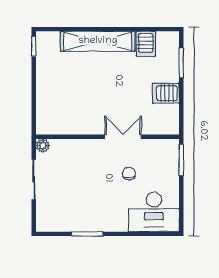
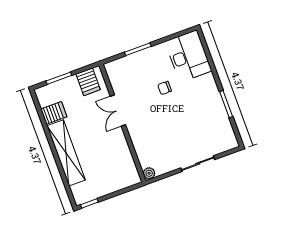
wall: (108, 137) -> (122, 123), moved
double door: (123, 137) -> (118, 111), moved
plant: (43, 146) -> (149, 173), moved

